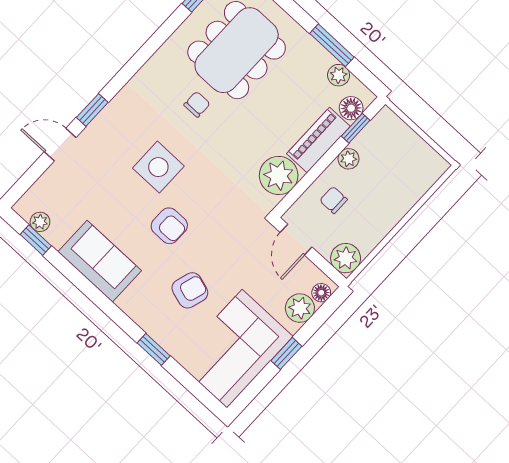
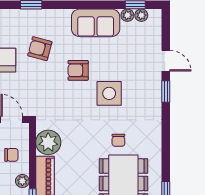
door: (60, 145) -> (166, 61), hinge flipped
plant: (56, 237) -> (127, 15), added
armchair: (190, 290) -> (40, 49), turned 88

